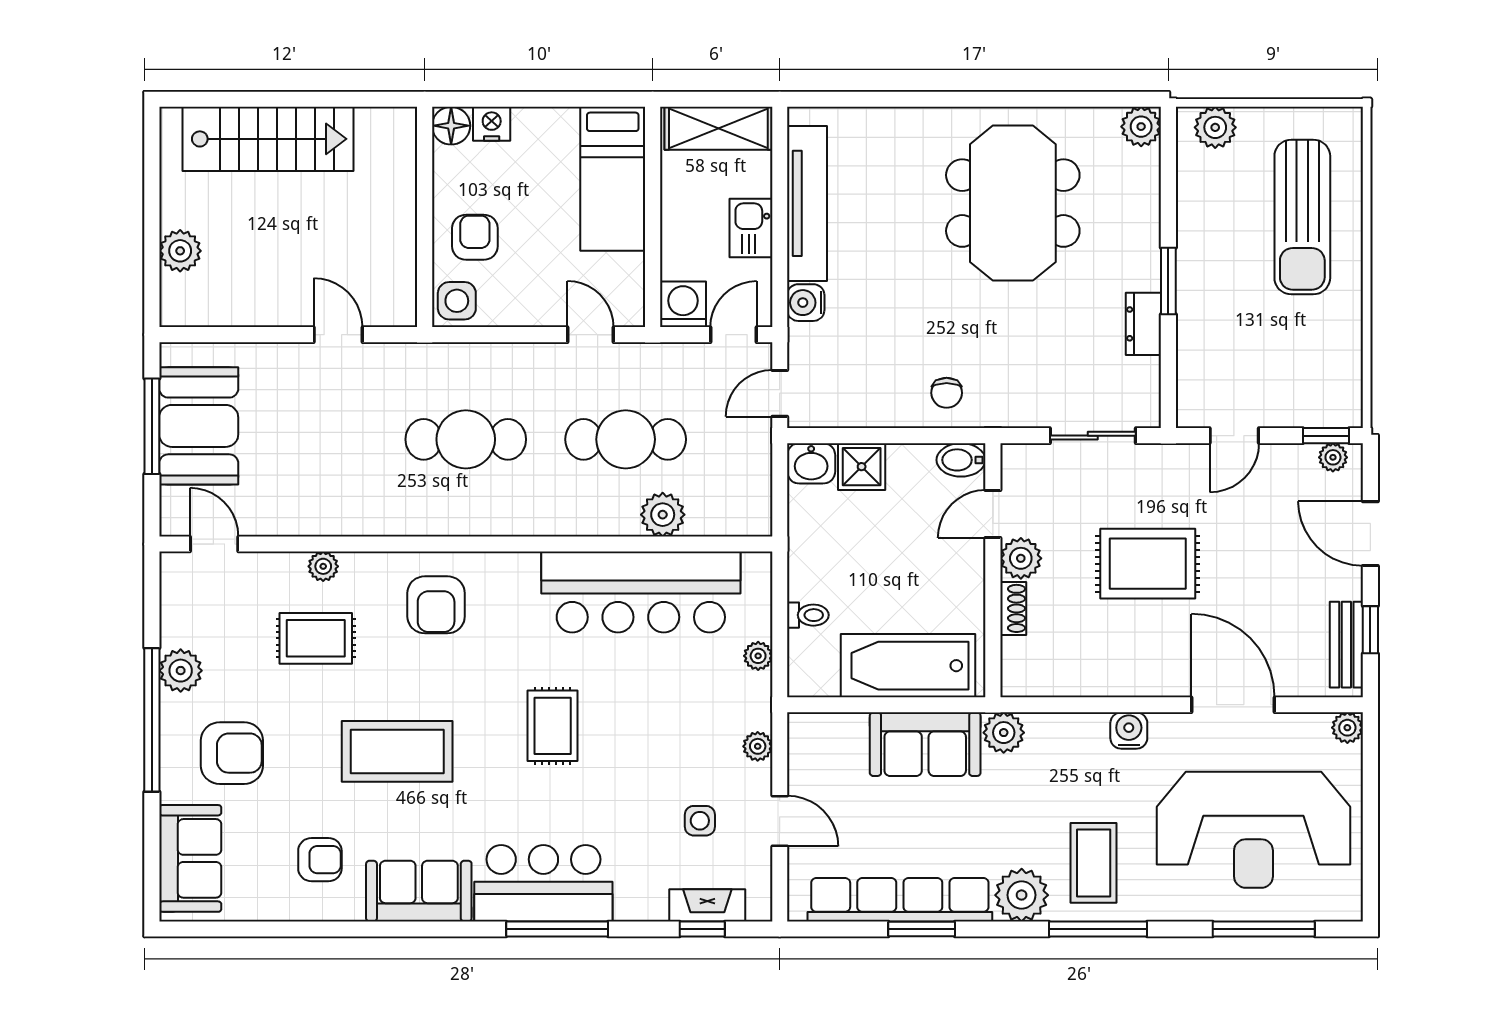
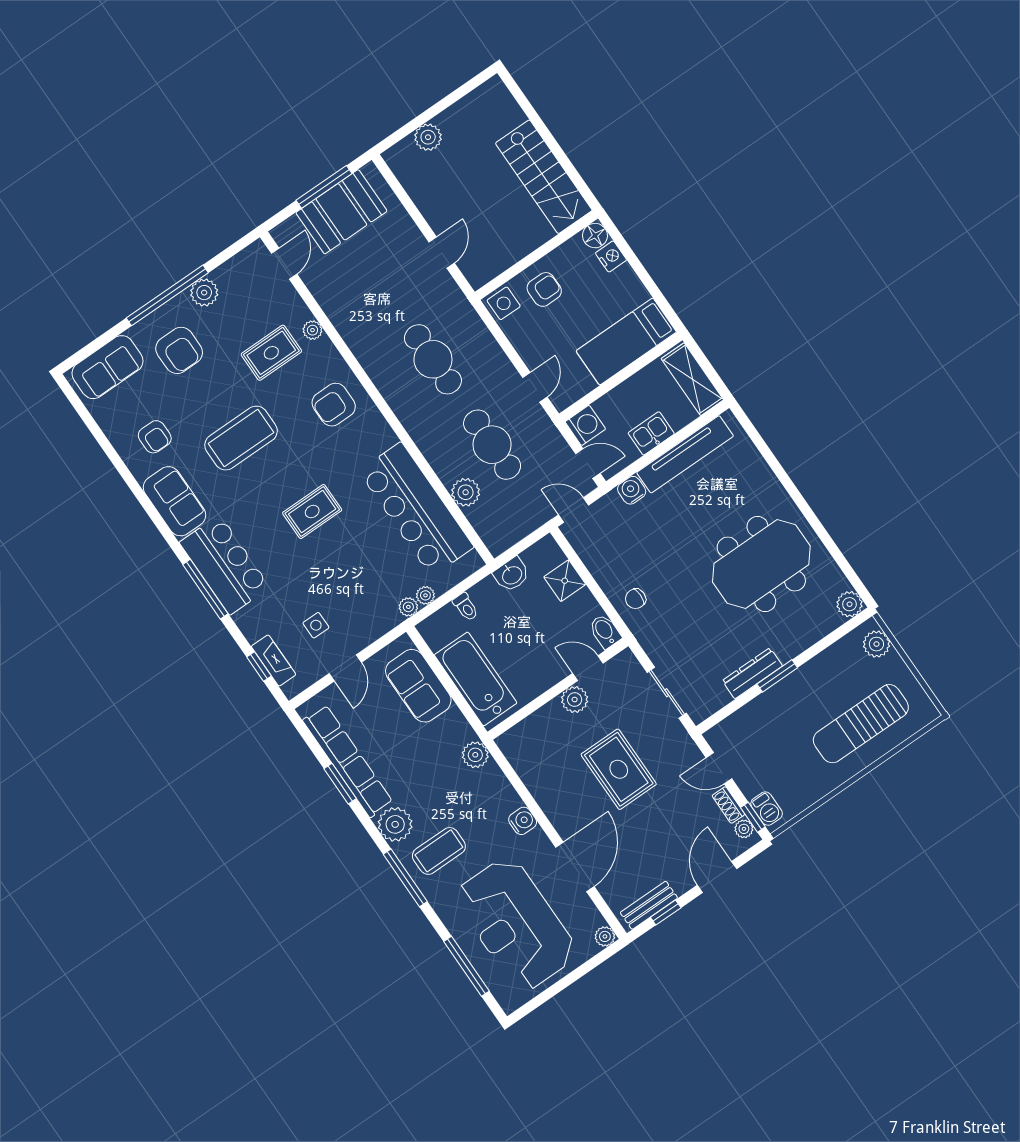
stairs: (268, 139) -> (544, 177), moved
dresser: (1143, 324) -> (752, 673), width x1.44
barbecue: (1327, 411) -> (767, 809), added
washbasin: (811, 463) -> (512, 575), moved, turned -90
shoe rack: (1013, 608) -> (728, 805), moved, turned 90
rug: (316, 638) -> (271, 353), turned 90
sofa: (925, 744) -> (418, 686), moved
plant: (758, 746) -> (408, 607), moved
coffee table: (397, 751) -> (241, 438), turned 90

